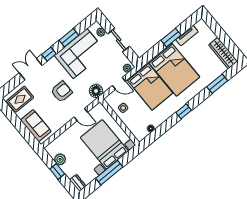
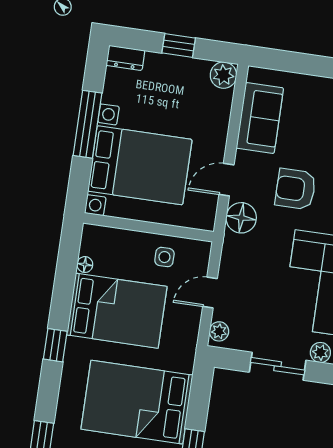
bed: (150, 86) -> (117, 311), moved, turned 180
floor lamp: (96, 91) -> (241, 218), moved
armchair: (61, 92) -> (296, 189), turned 90
sofa: (36, 126) -> (260, 118), moved, turned -90
plant: (60, 159) -> (223, 75), moved

